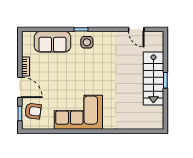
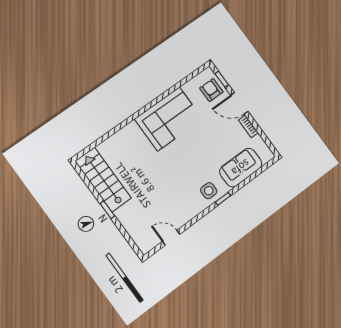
stairs: (153, 79) -> (103, 180), moved
armchair: (33, 111) -> (211, 90), turned 83

